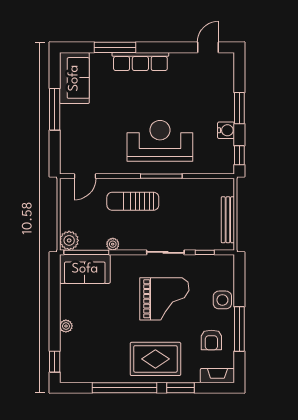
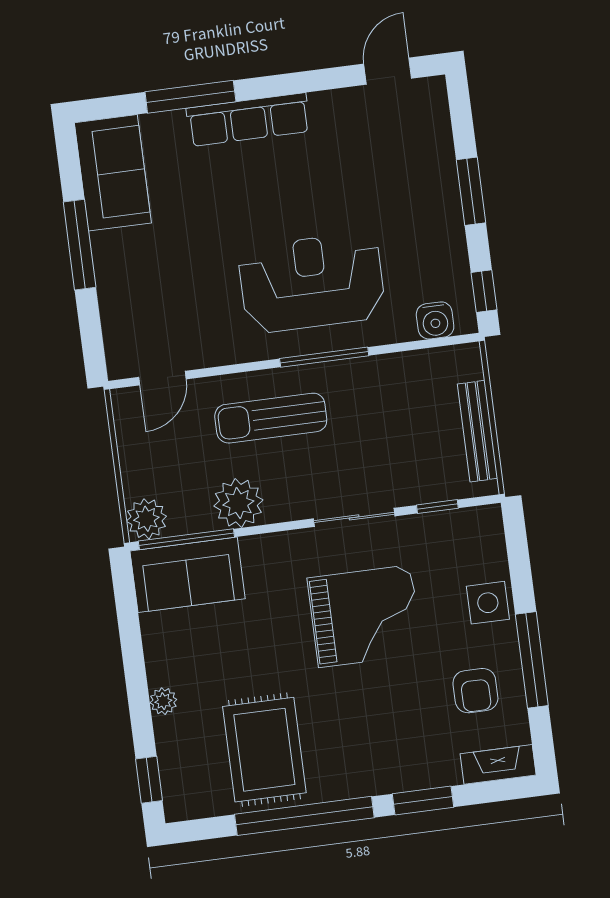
water cooler: (226, 130) -> (435, 320), moved, turned 90
plant: (113, 244) -> (238, 503), width x1.87, depth x1.87
rug: (155, 359) -> (264, 750), moved, turned 90

